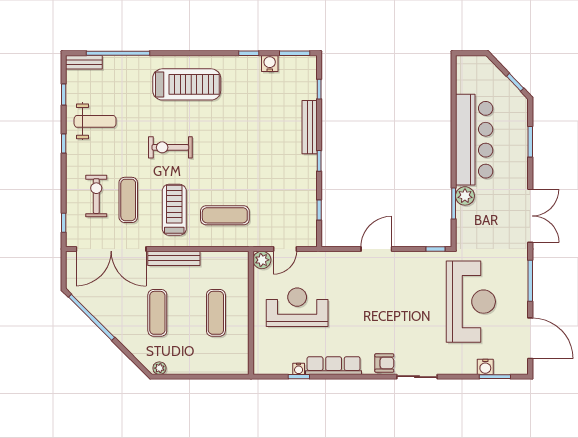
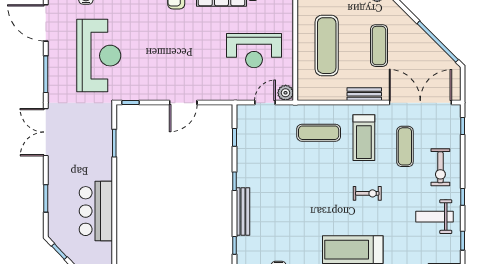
bar counter: (474, 140) -> (96, 211), width x0.73
exercise bike: (170, 147) -> (367, 193), width x0.73, depth x0.72
exercise bike: (96, 196) -> (440, 167), moved
plant: (465, 196) -> (104, 150), removed
bench: (174, 258) -> (364, 94), width x0.73
reception desk: (471, 302) -> (99, 56), turned 180
exercise mat: (216, 313) -> (327, 46), width x1.36, depth x1.45

